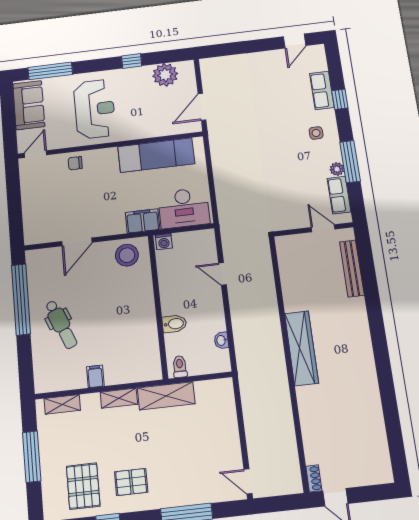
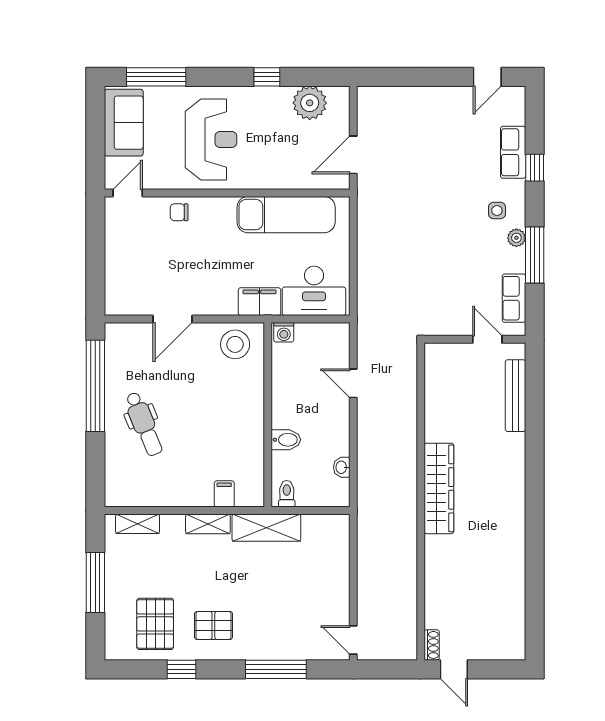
plant: (337, 169) -> (516, 238), moved
filing cabinet: (95, 376) -> (224, 494), moved

